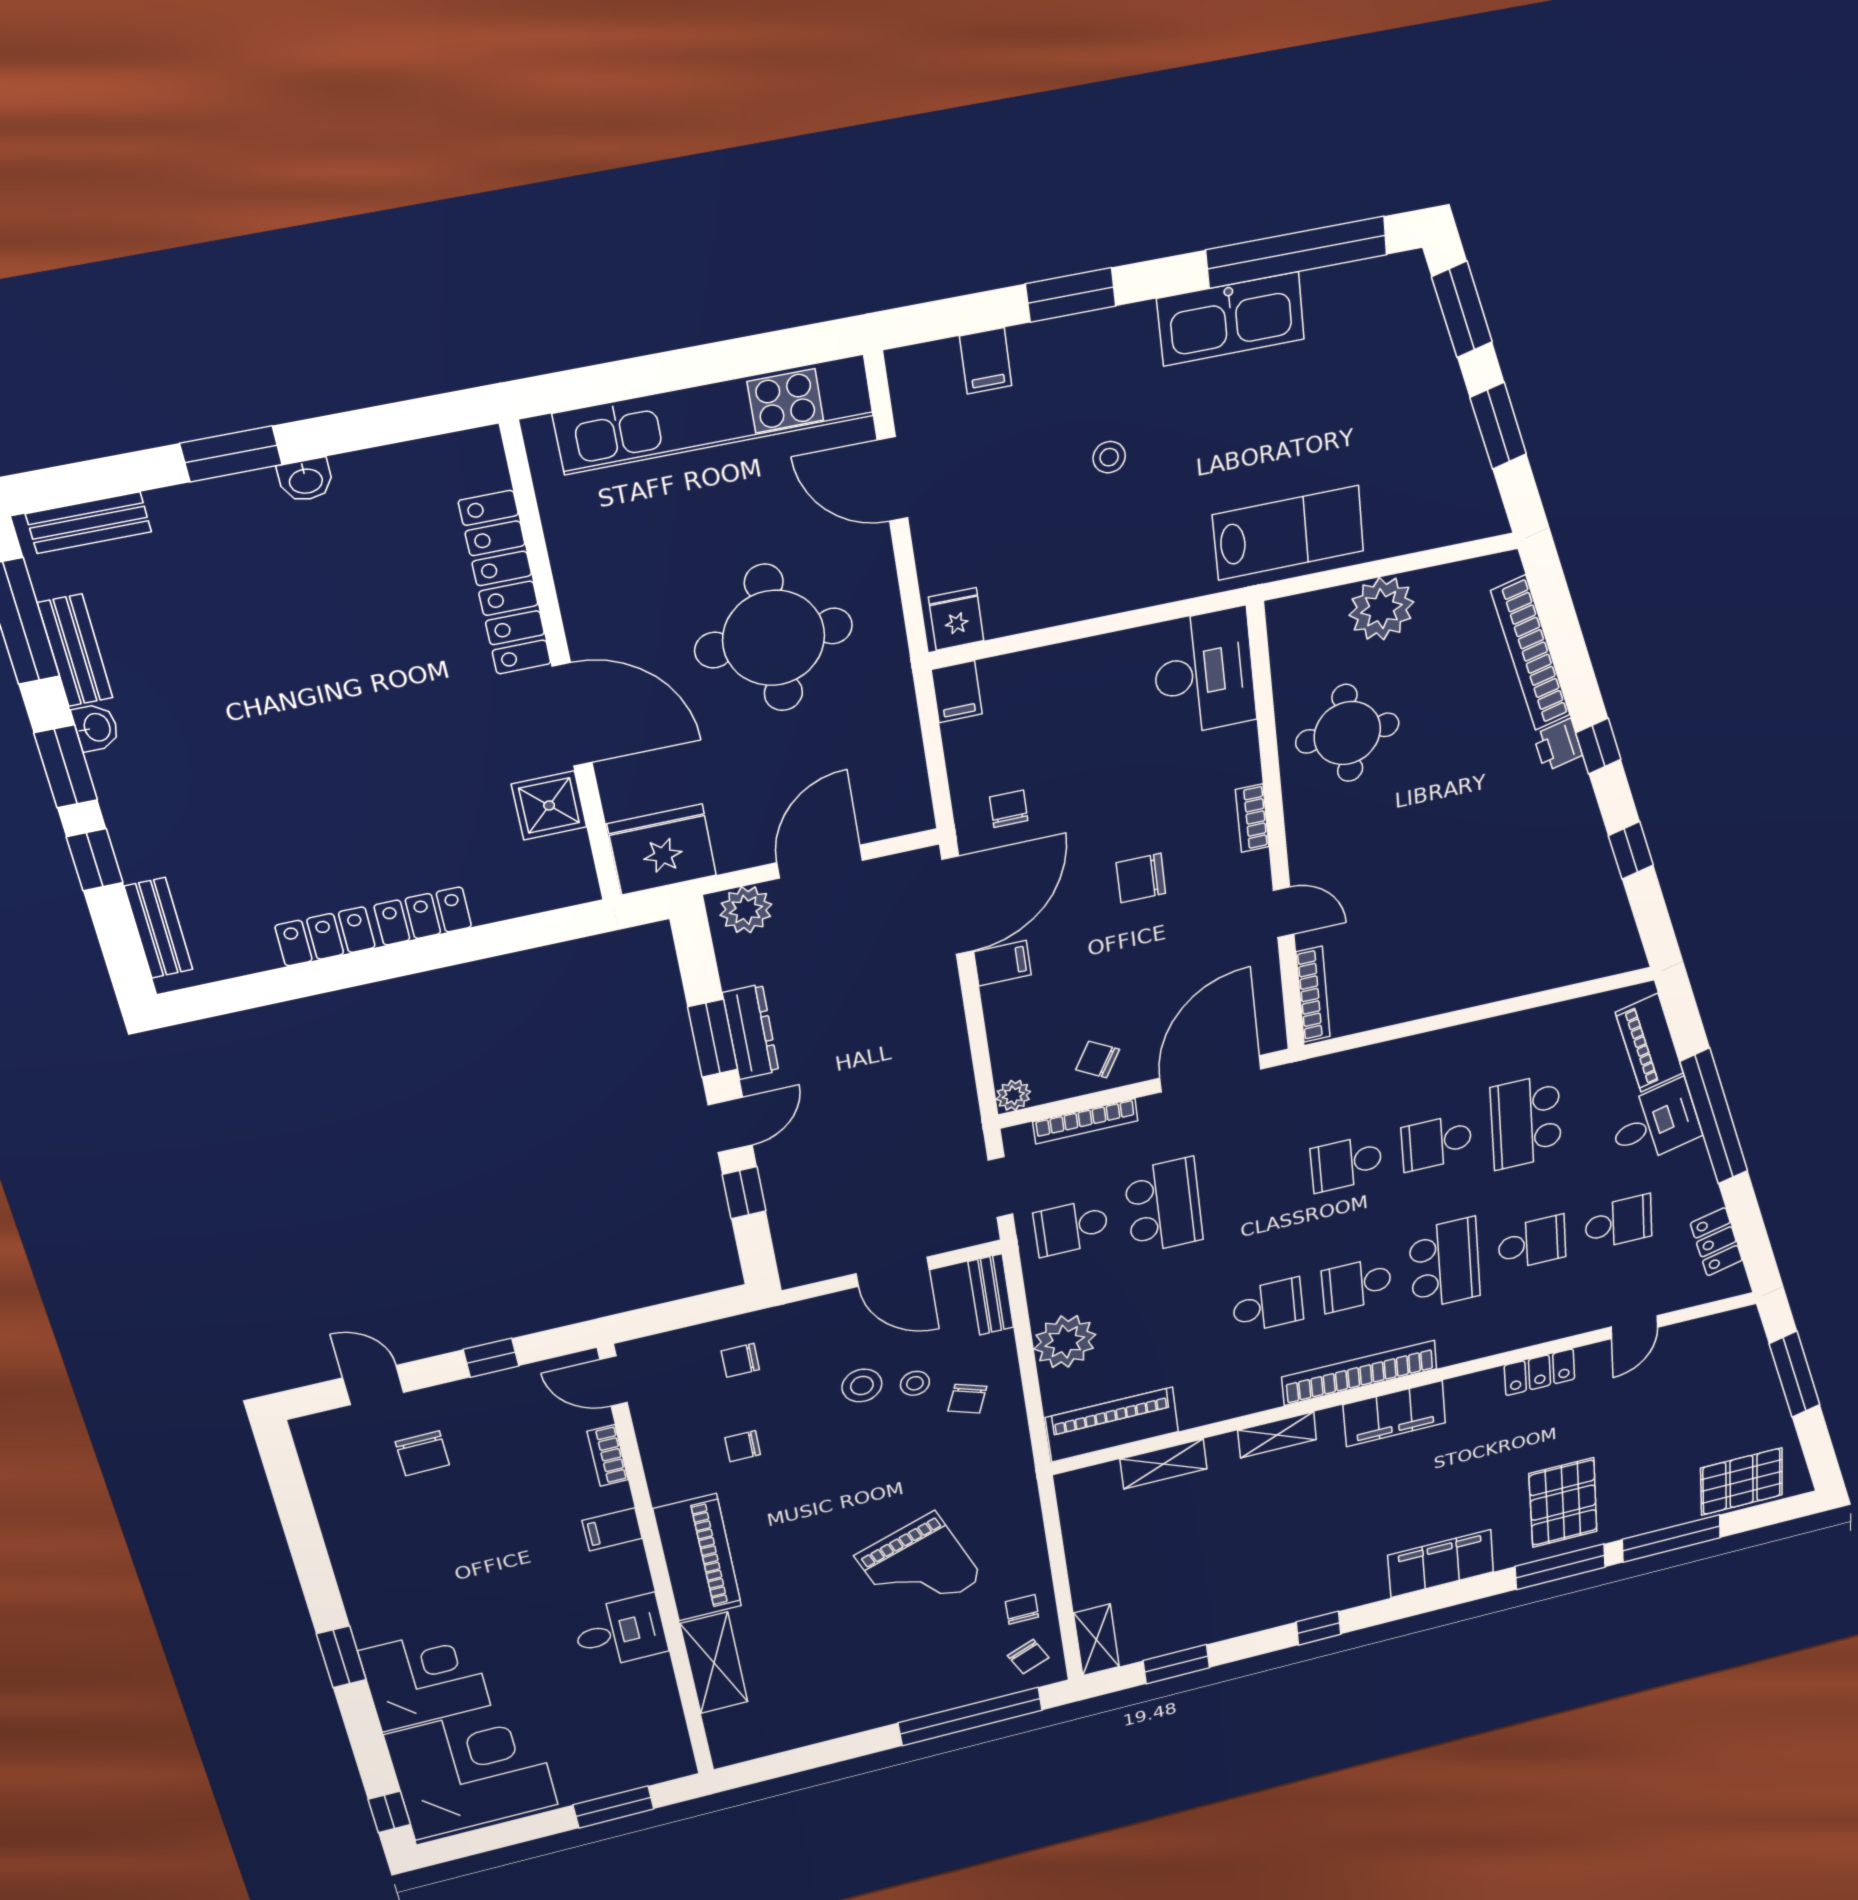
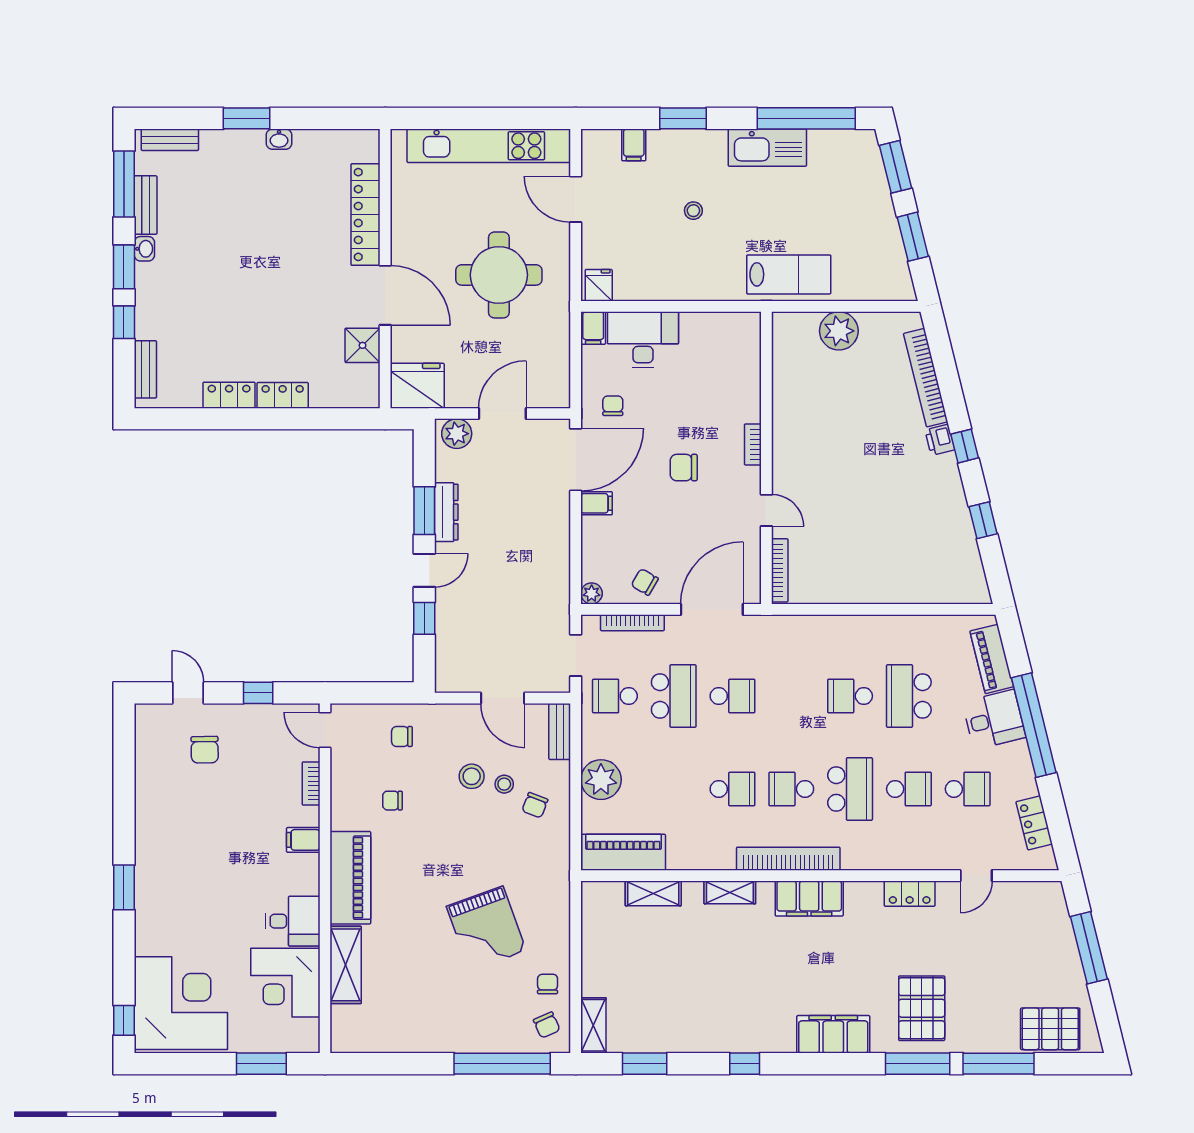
desk: (1204, 672) -> (643, 340), moved, turned -90
round table: (1347, 733) -> (813, 403), removed
school desk: (1346, 1163) -> (733, 696), moved, turned 180
corner desk: (425, 1678) -> (285, 983), moved, turned 180

